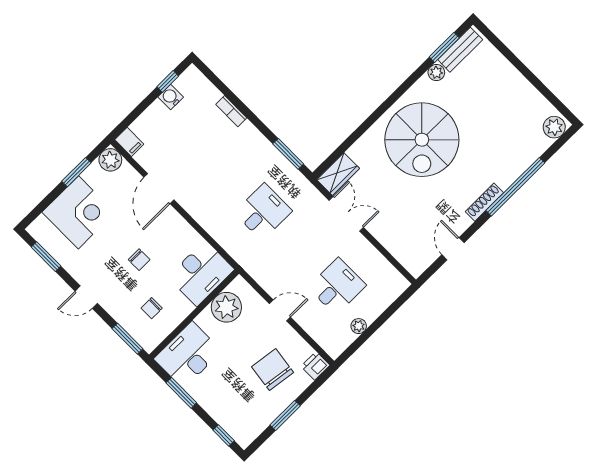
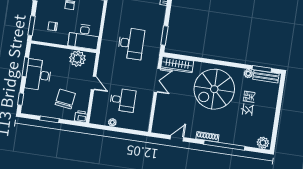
wardrobe: (338, 174) -> (177, 65), width x1.50
desk: (263, 212) -> (131, 43), width x1.37
desk: (188, 355) -> (38, 75), moved, turned -90

